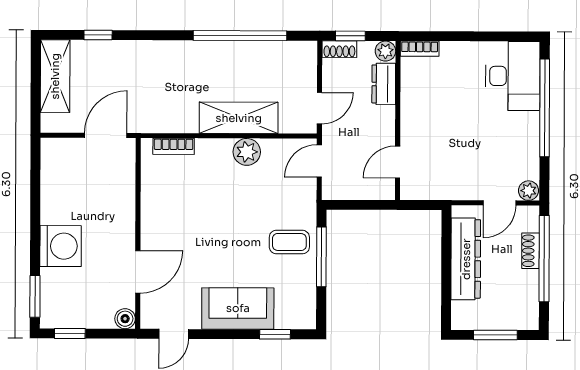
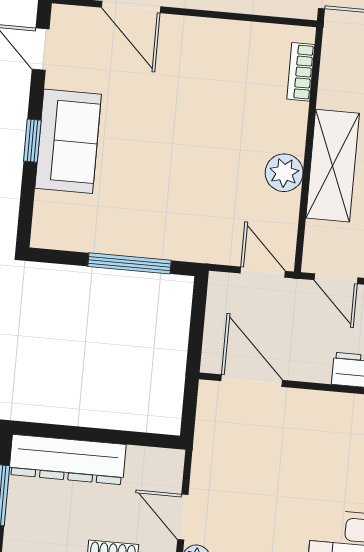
door: (398, 162) -> (252, 381), width x1.37
coffee table: (289, 242) -> (154, 221), removed
dresser: (466, 259) -> (67, 460), moved
window: (275, 334) -> (32, 141), moved

